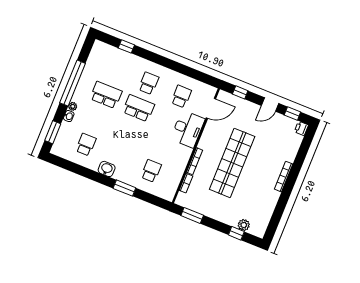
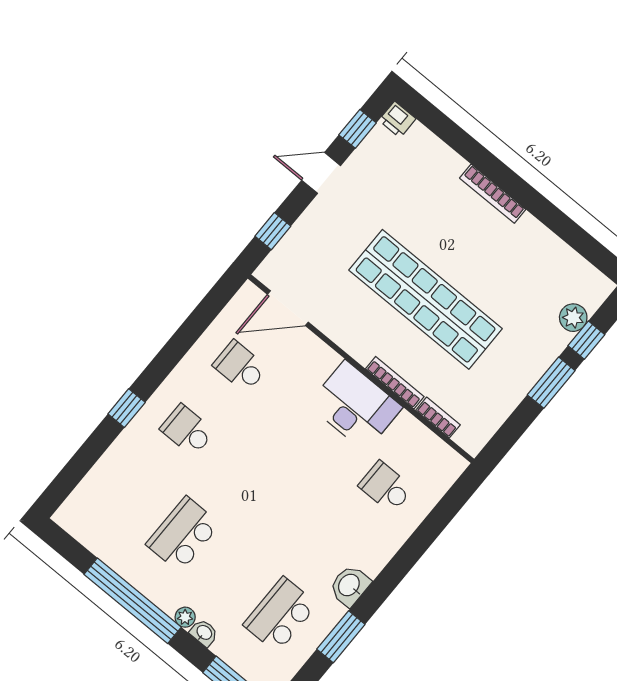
window: (126, 46) -> (127, 408), moved
door: (270, 104) -> (321, 173), swing flipped
school desk: (139, 108) -> (236, 470), removed
door: (211, 108) -> (288, 308), swing flipped
desk: (188, 129) -> (355, 406), moved
school desk: (86, 145) -> (280, 615), width x1.85
window: (124, 188) -> (341, 637), moved
window: (192, 215) -> (551, 383), moved

